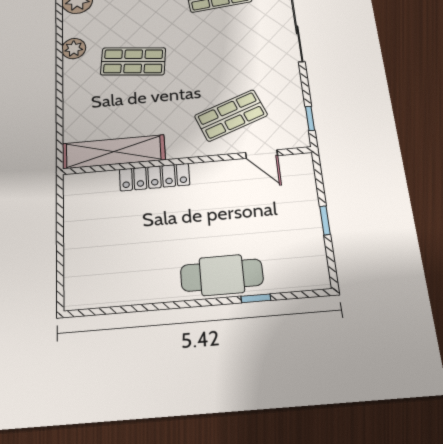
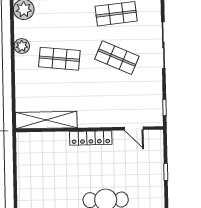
shop shelf: (231, 115) -> (117, 58), moved, turned 45
locker: (154, 177) -> (91, 138), moved

